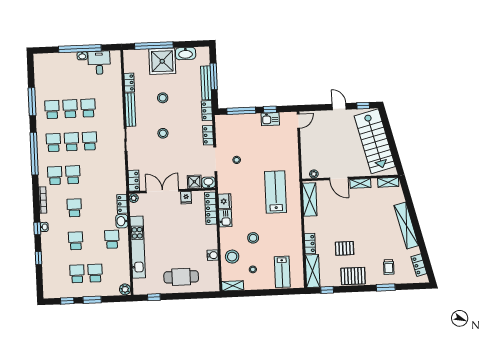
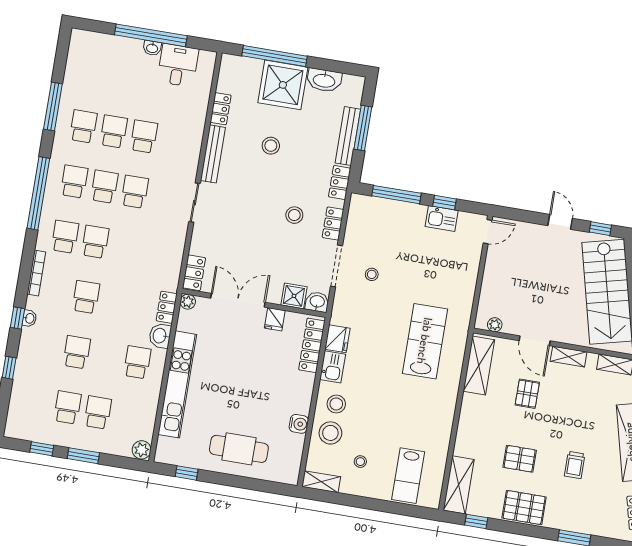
stool: (163, 133) -> (294, 215), moved
pallet: (341, 210) -> (527, 394), added
stool: (253, 238) -> (336, 404), moved
locker: (310, 244) -> (464, 439), removed
trolley: (389, 267) -> (575, 465), moved

